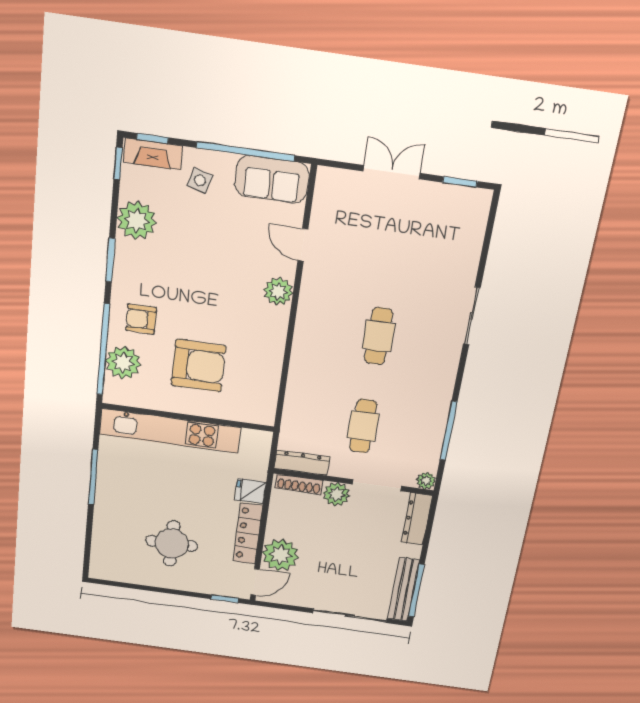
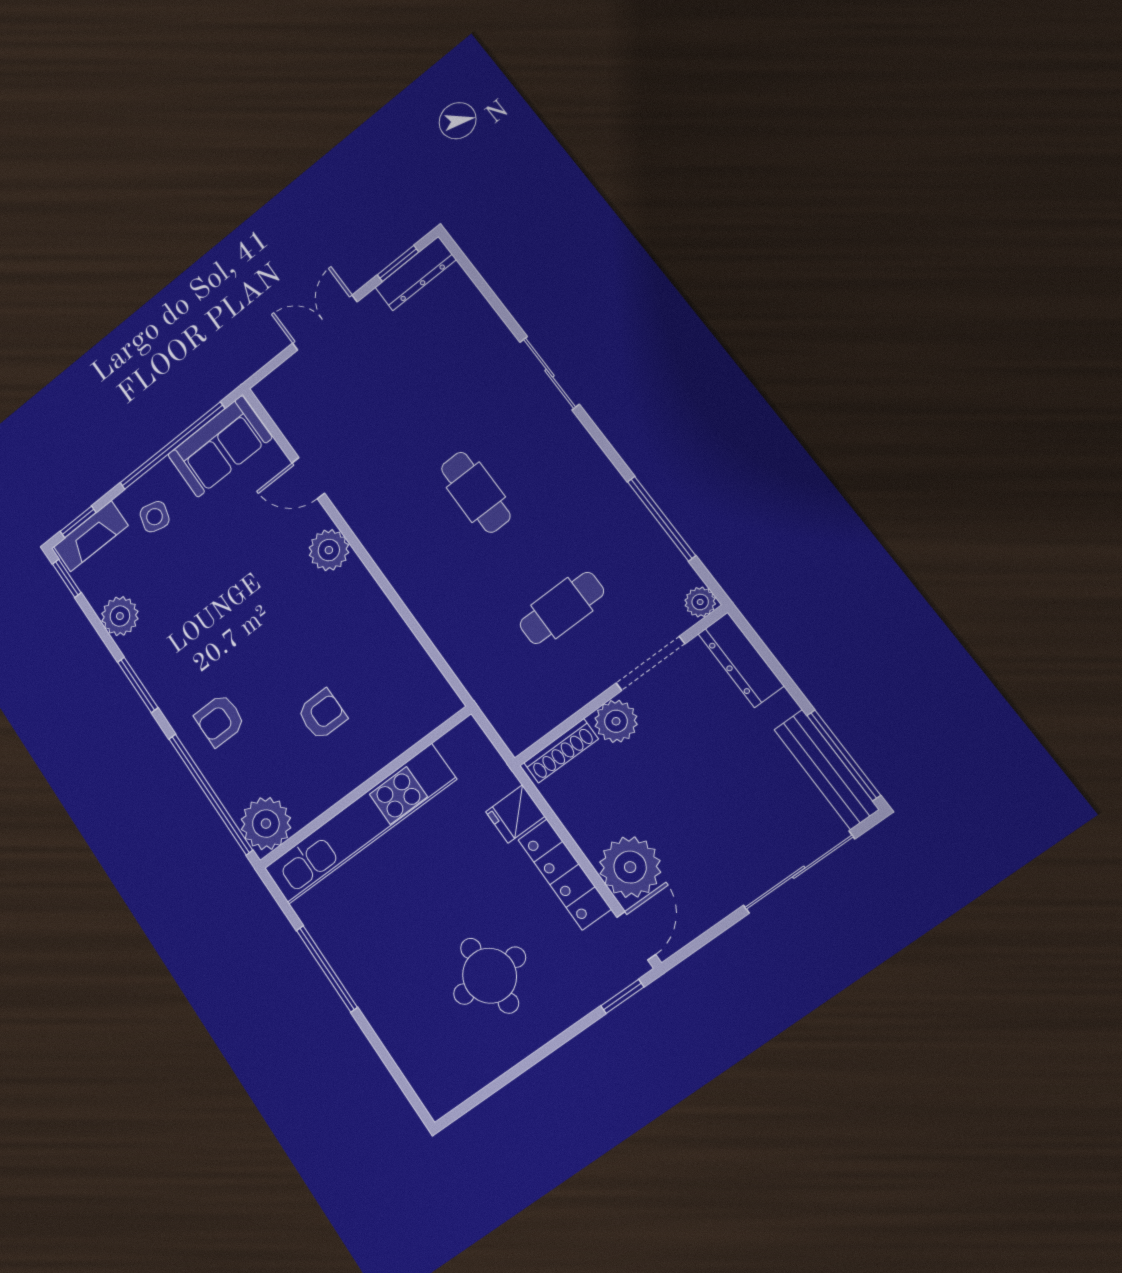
plant: (137, 220) -> (120, 616), width x0.73, depth x0.73
plant: (123, 363) -> (266, 824), moved
armchair: (198, 366) -> (322, 715), width x0.53, depth x0.53
cafe table: (363, 426) -> (562, 608), turned 90
dresser: (302, 463) -> (416, 274), moved, turned 180

